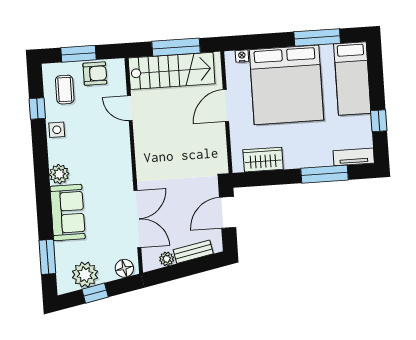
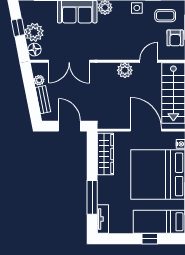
door: (226, 106) -> (146, 130), width x1.36
window: (379, 121) -> (150, 239), moved
plant: (145, 141) -> (125, 70), added
wardrobe: (263, 160) -> (105, 154), width x1.50
plant: (85, 275) -> (34, 32), moved

